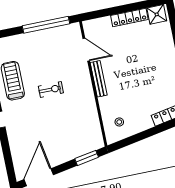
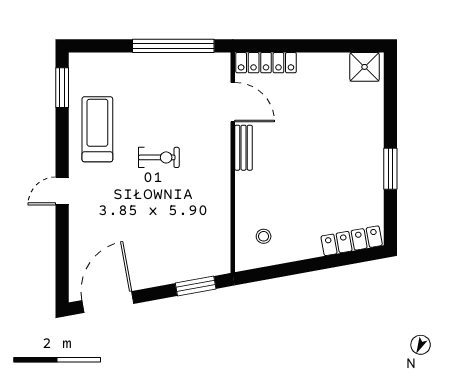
locker: (129, 17) -> (266, 63), moved
bench: (99, 79) -> (244, 148), width x0.73

